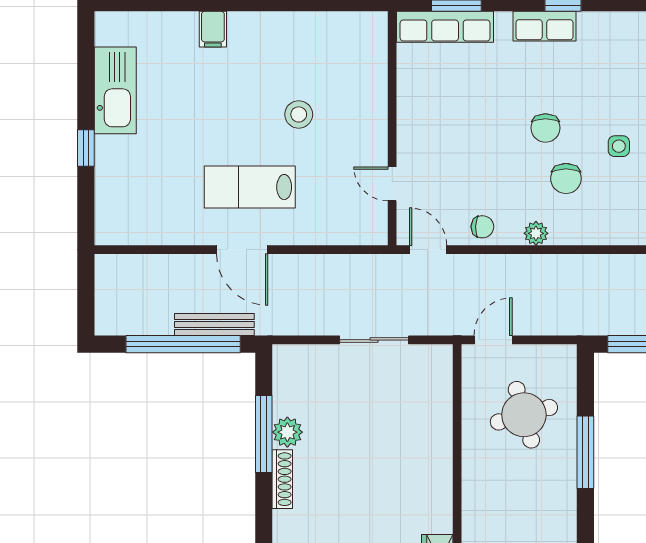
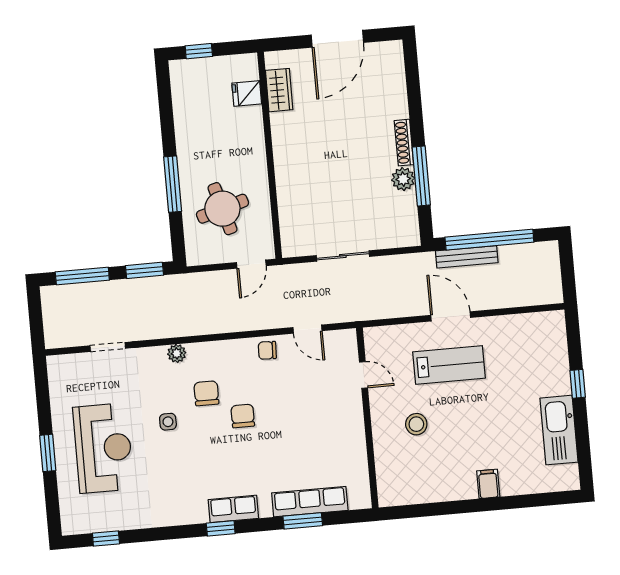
wall: (392, 128) -> (367, 418), moved
chair: (545, 128) -> (243, 416), moved
door: (392, 184) -> (364, 375), moved
plant: (536, 233) -> (177, 353), moved

